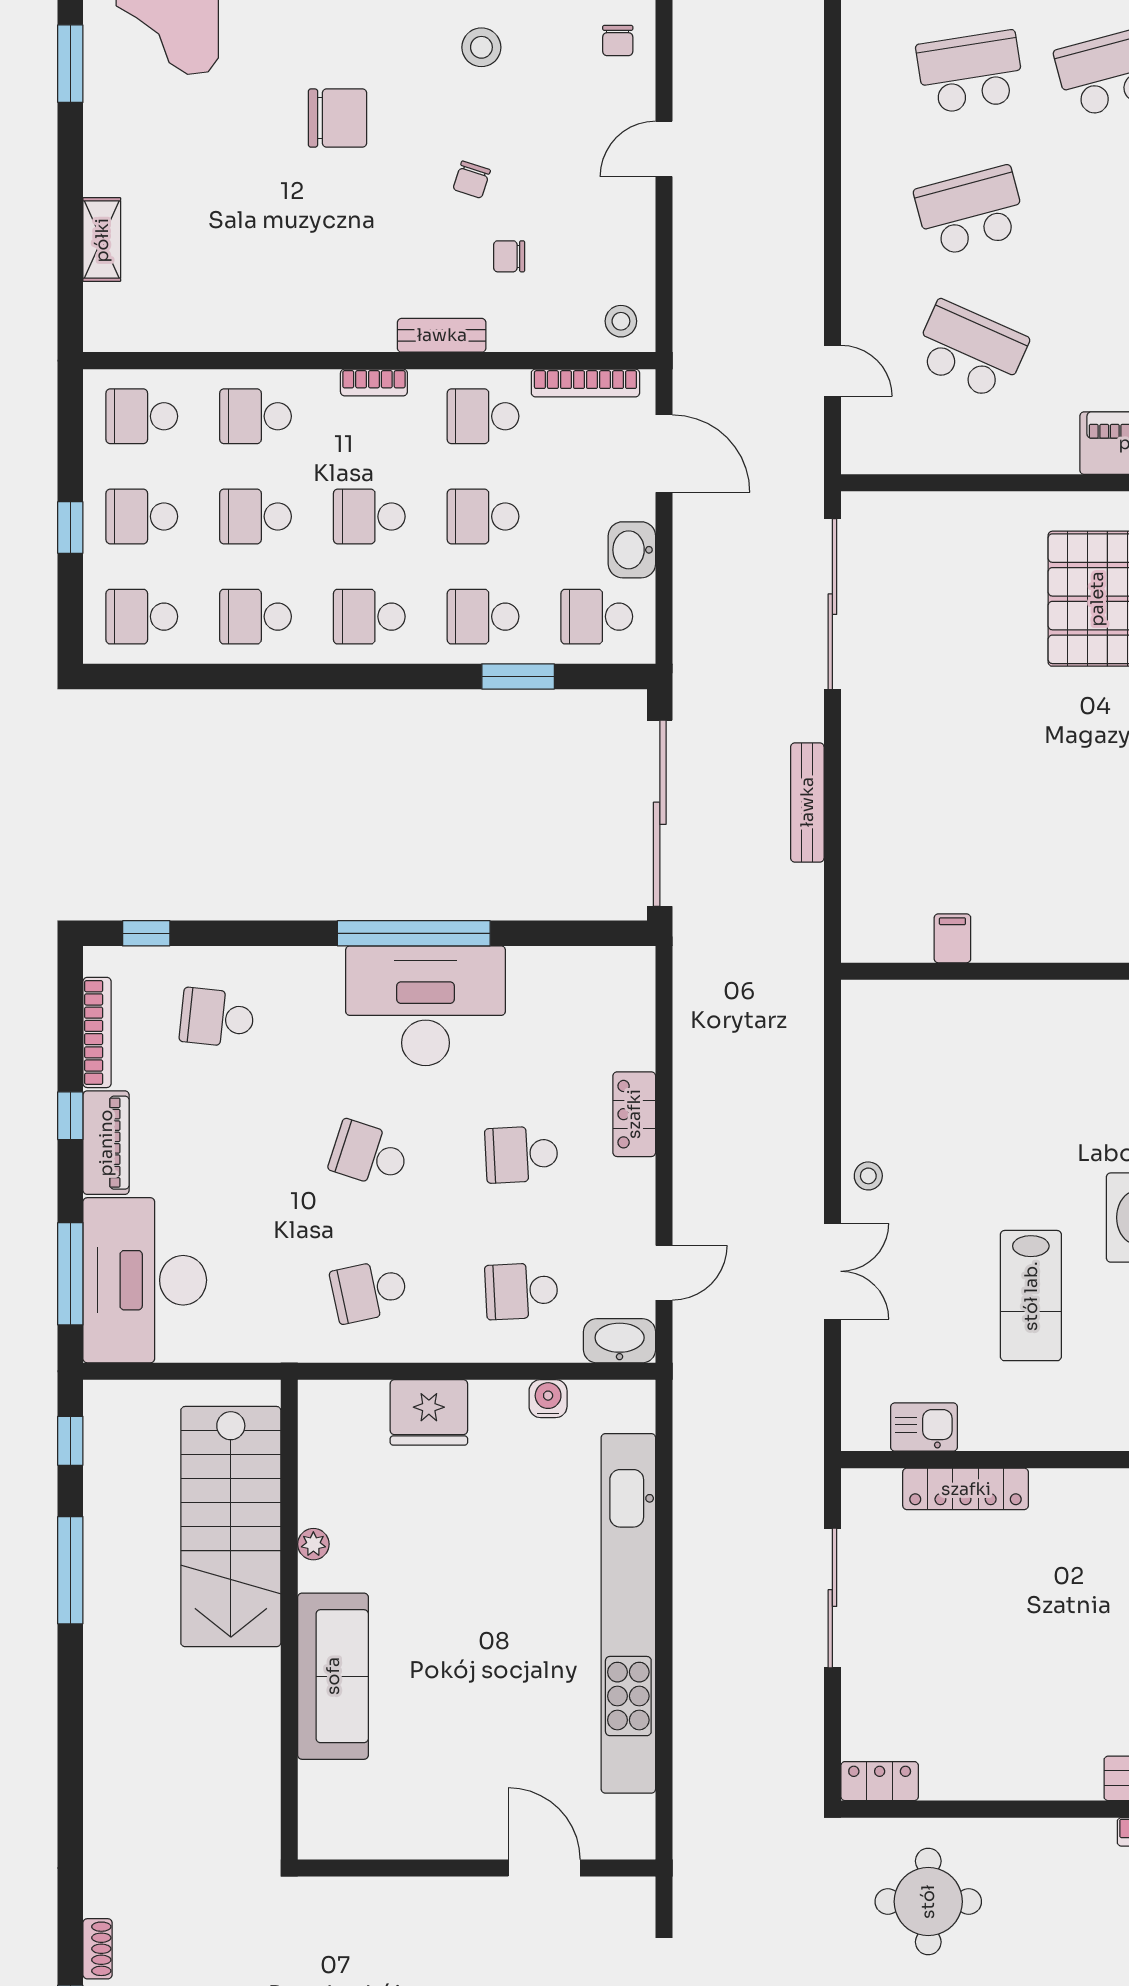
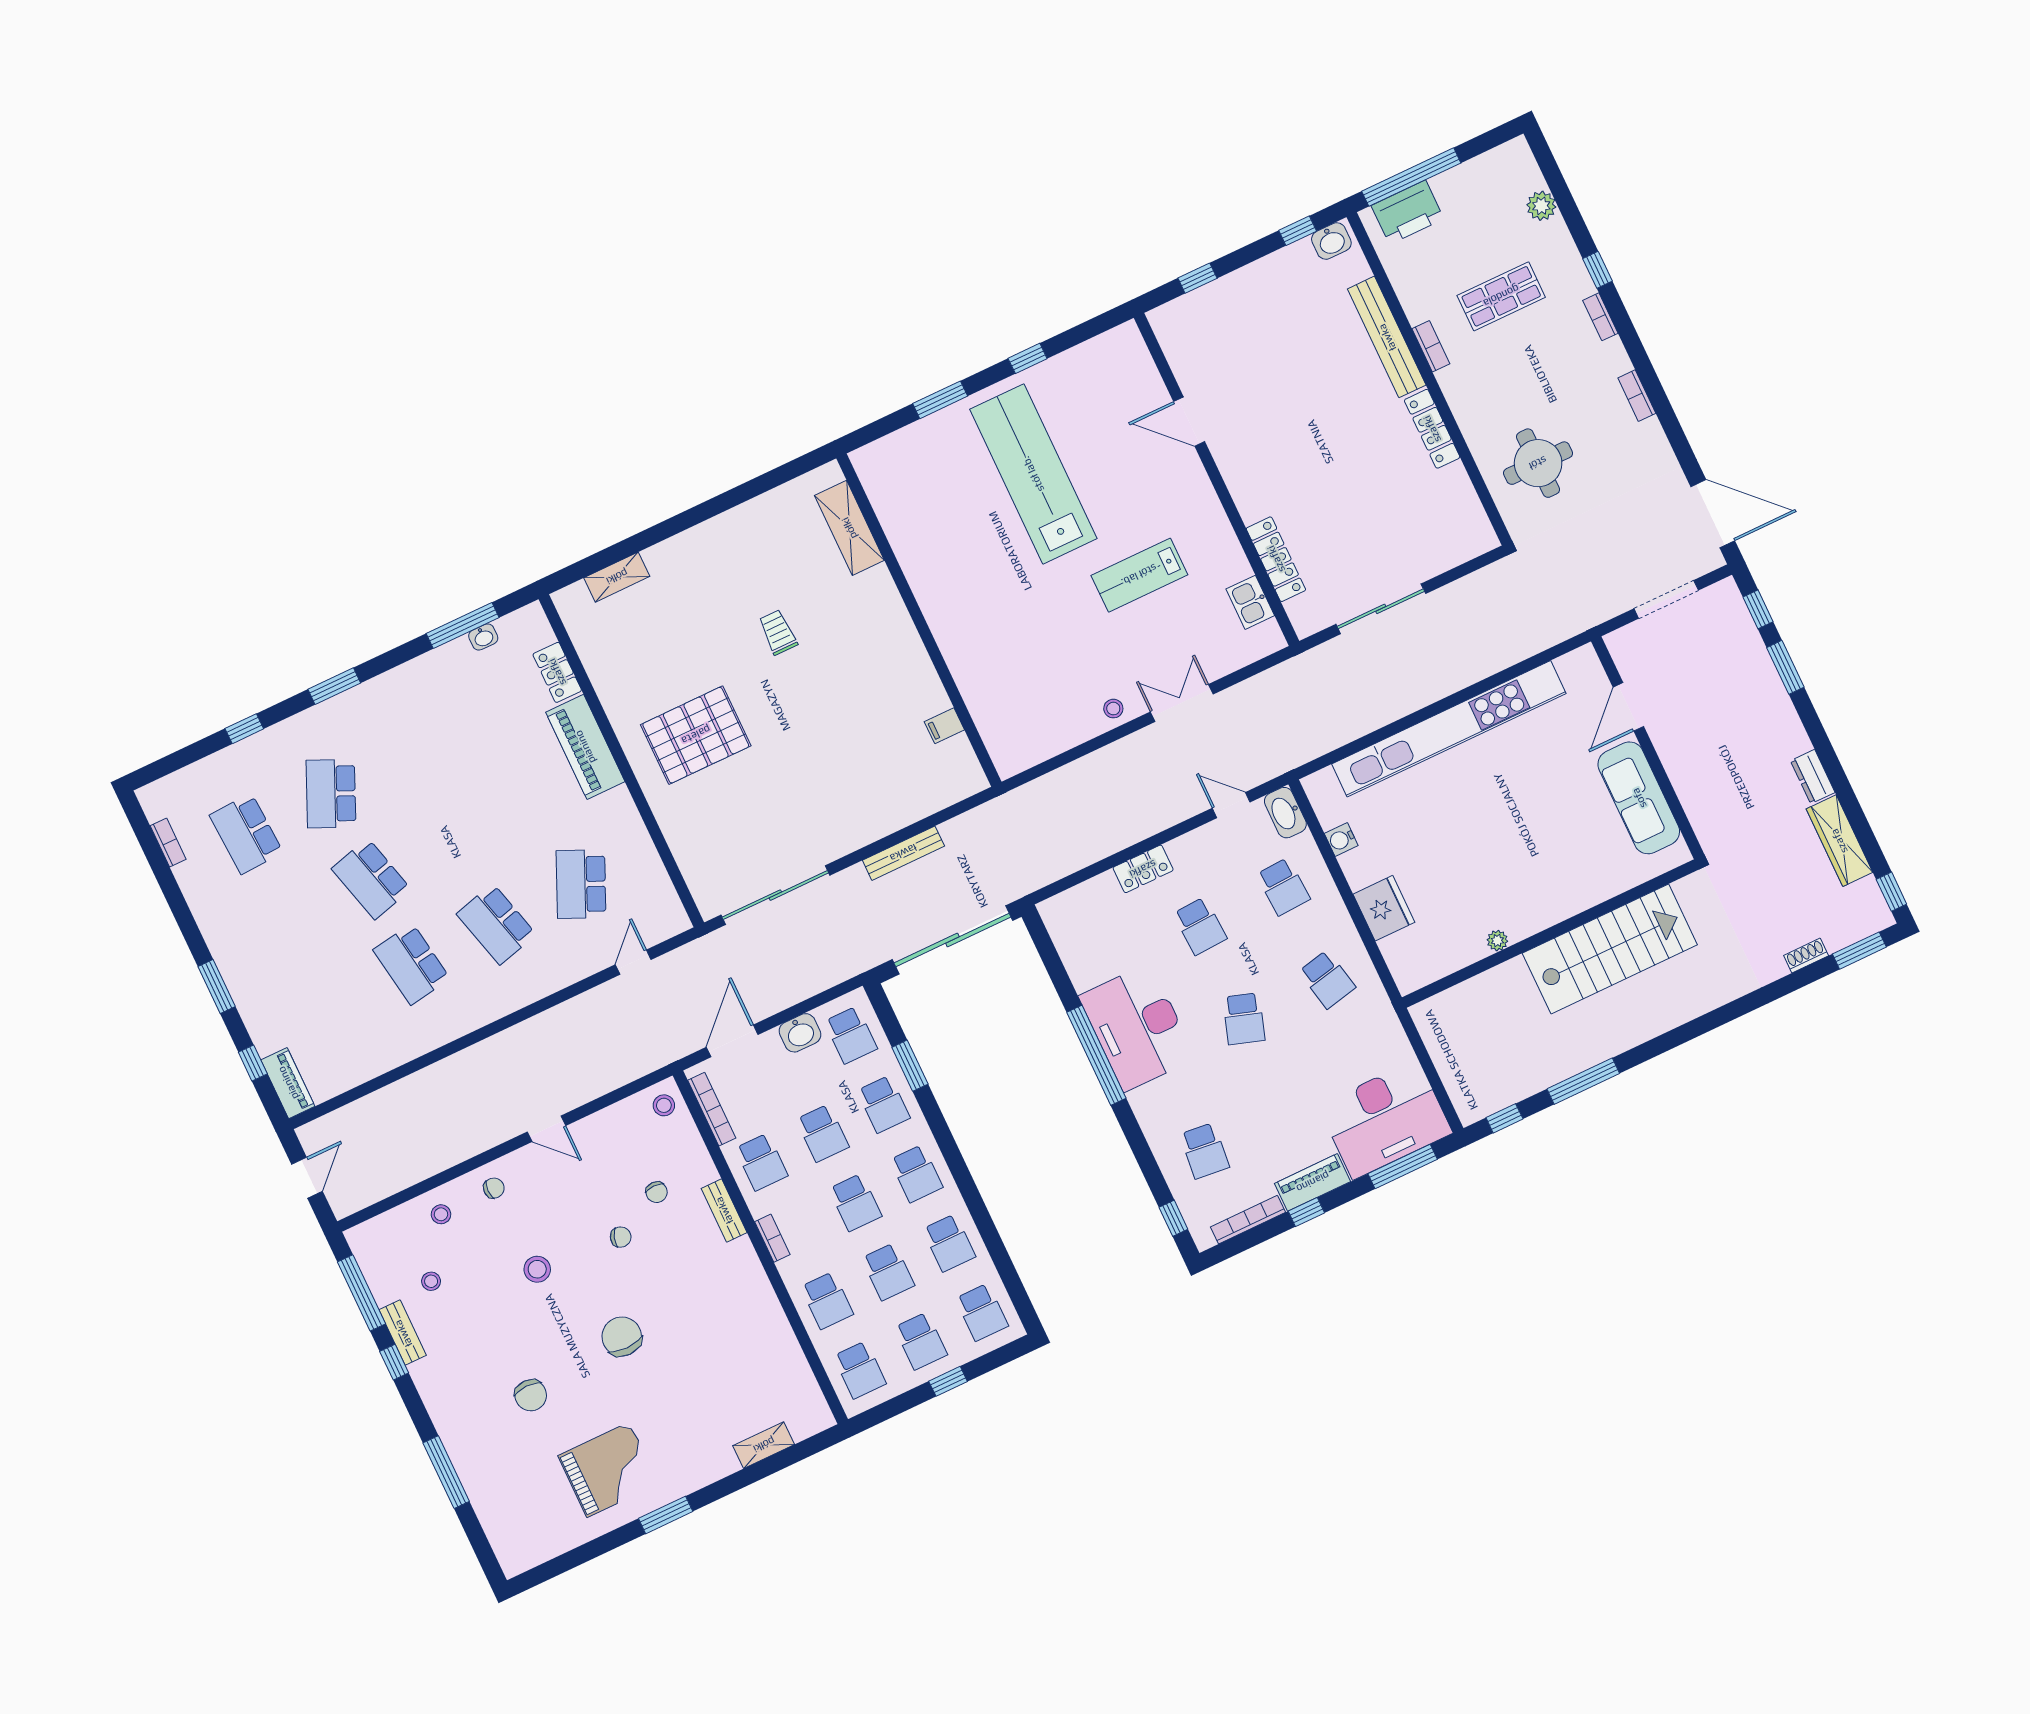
lab bench: (1031, 1296) -> (1139, 575), turned 180
stairs: (231, 1527) -> (1610, 949), moved
sofa: (333, 1676) -> (1639, 798), moved, turned -90
locker: (880, 1781) -> (1432, 429), moved, width x1.53

